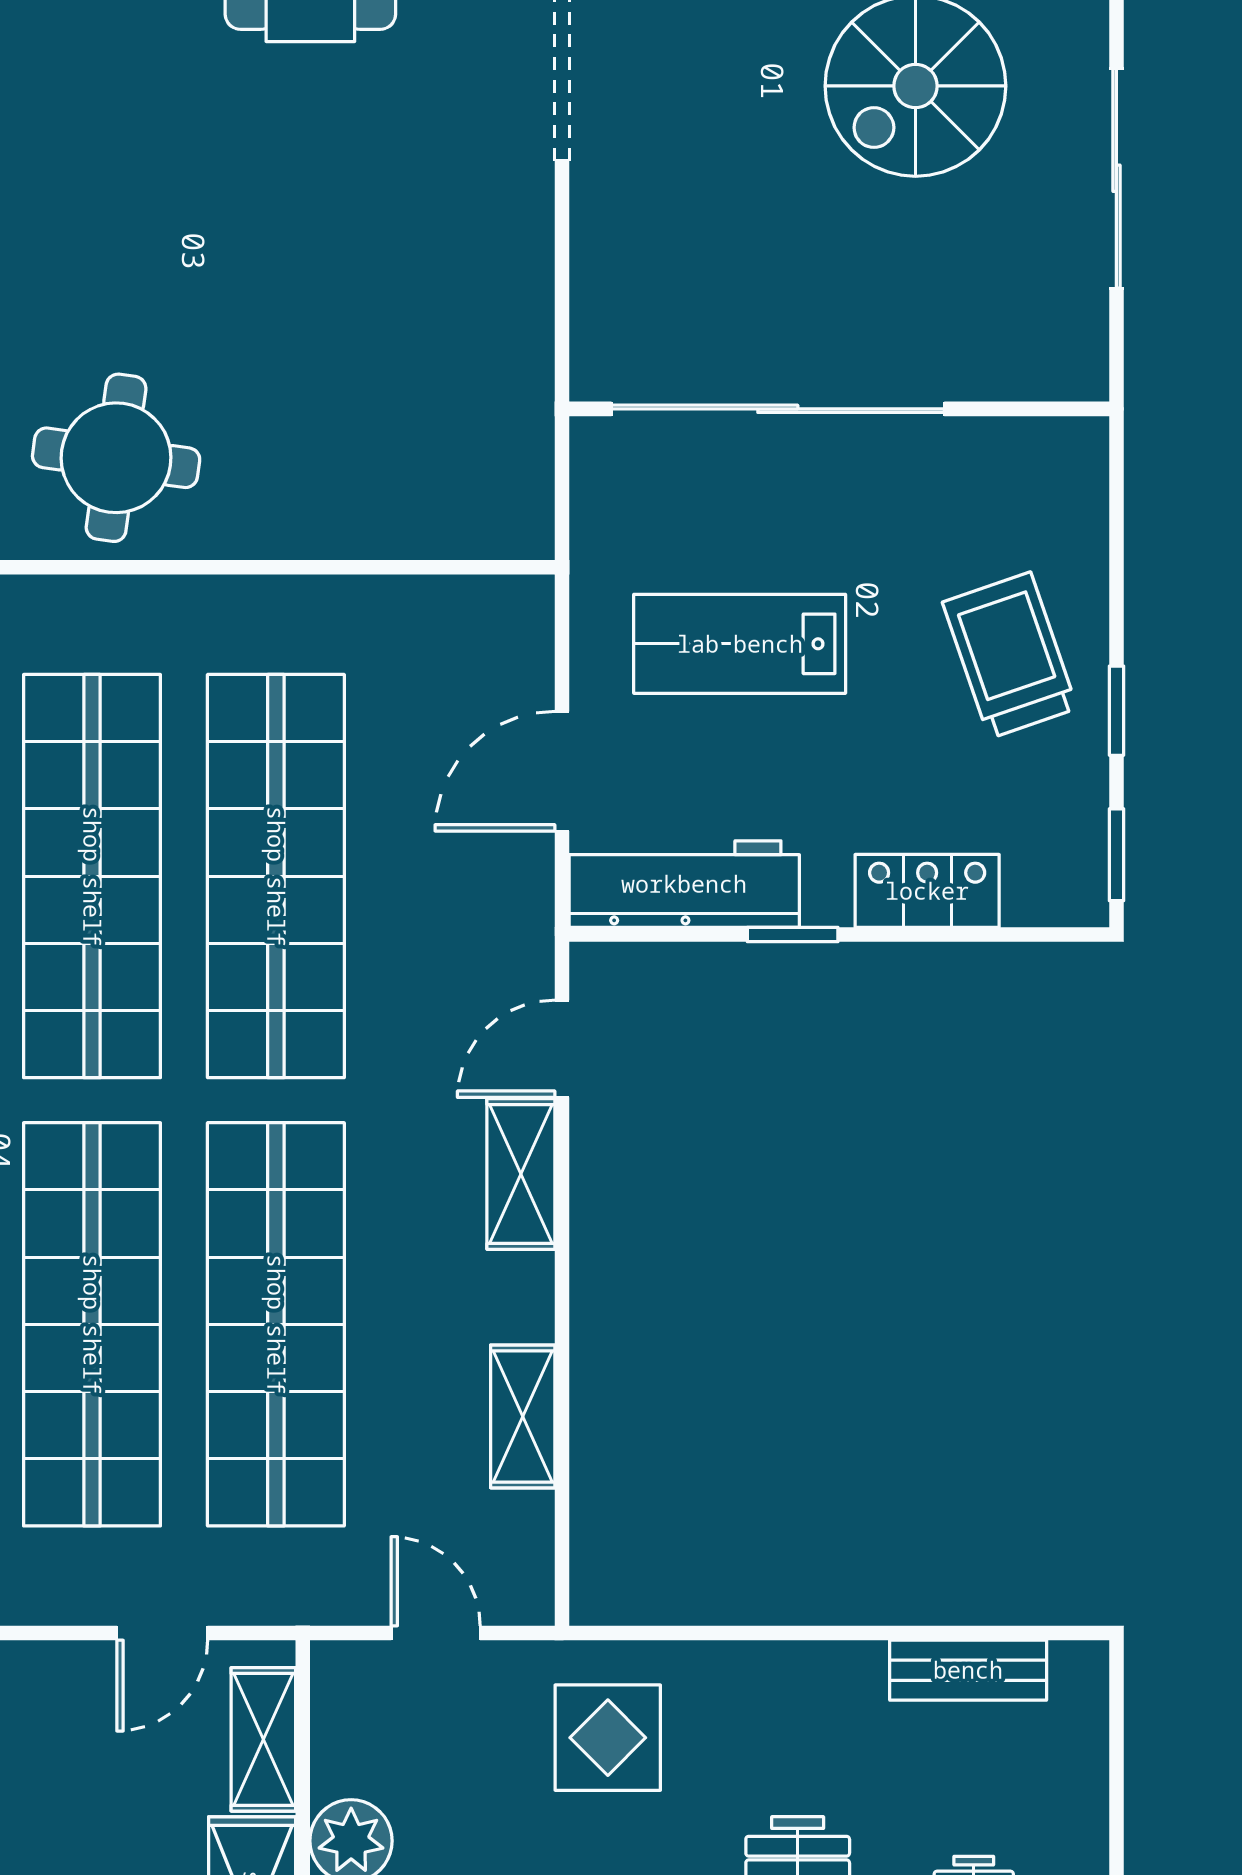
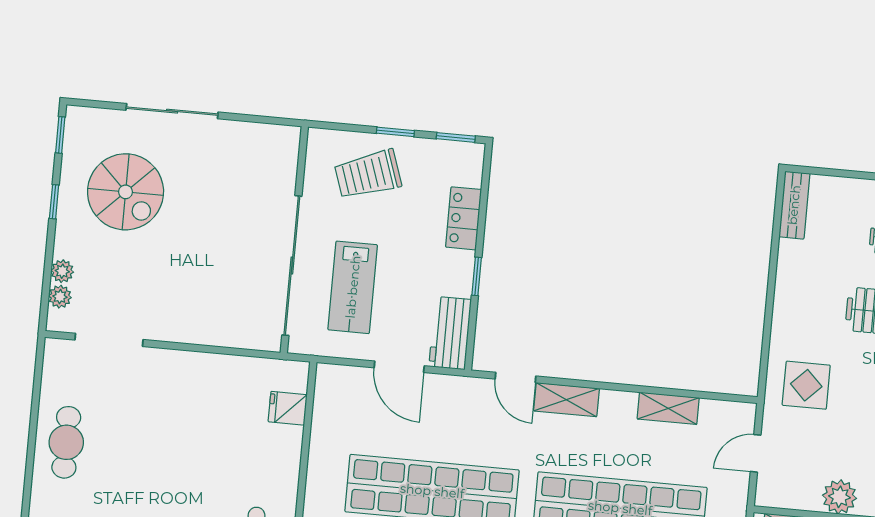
sliding door: (778, 409) -> (292, 266), moved
wall: (839, 409) -> (294, 240), moved
fridge: (440, 517) -> (288, 408), added
workbench: (684, 884) -> (450, 333), width x0.73
bench: (968, 1670) -> (794, 205), moved

